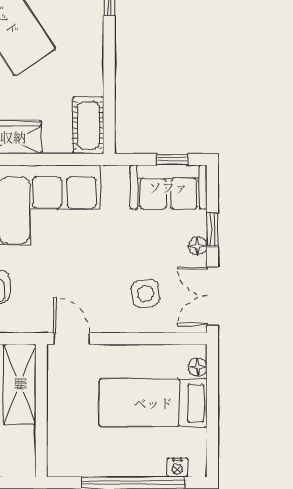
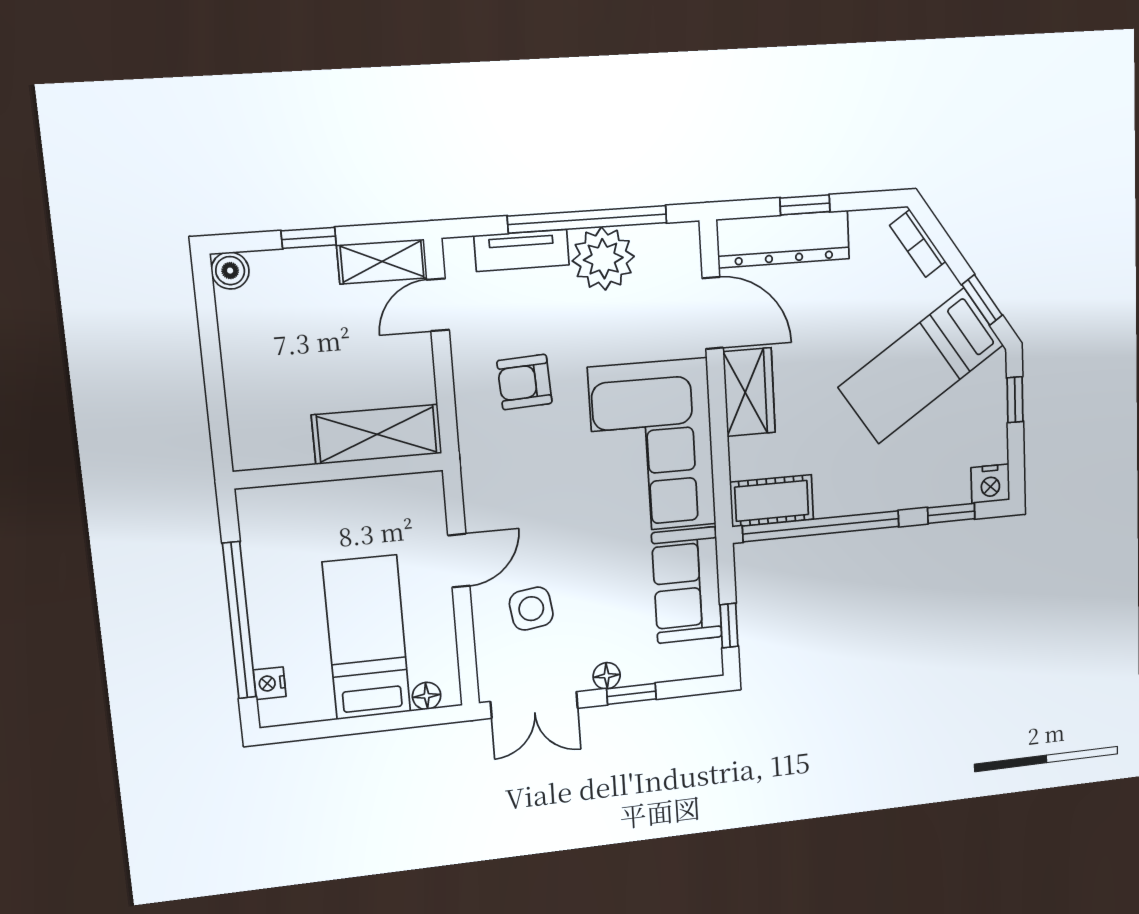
window: (109, 92) -> (821, 526), added
sofa: (168, 187) -> (687, 585), moved
double door: (212, 296) -> (534, 705), swing flipped
door: (72, 339) -> (459, 561), moved

